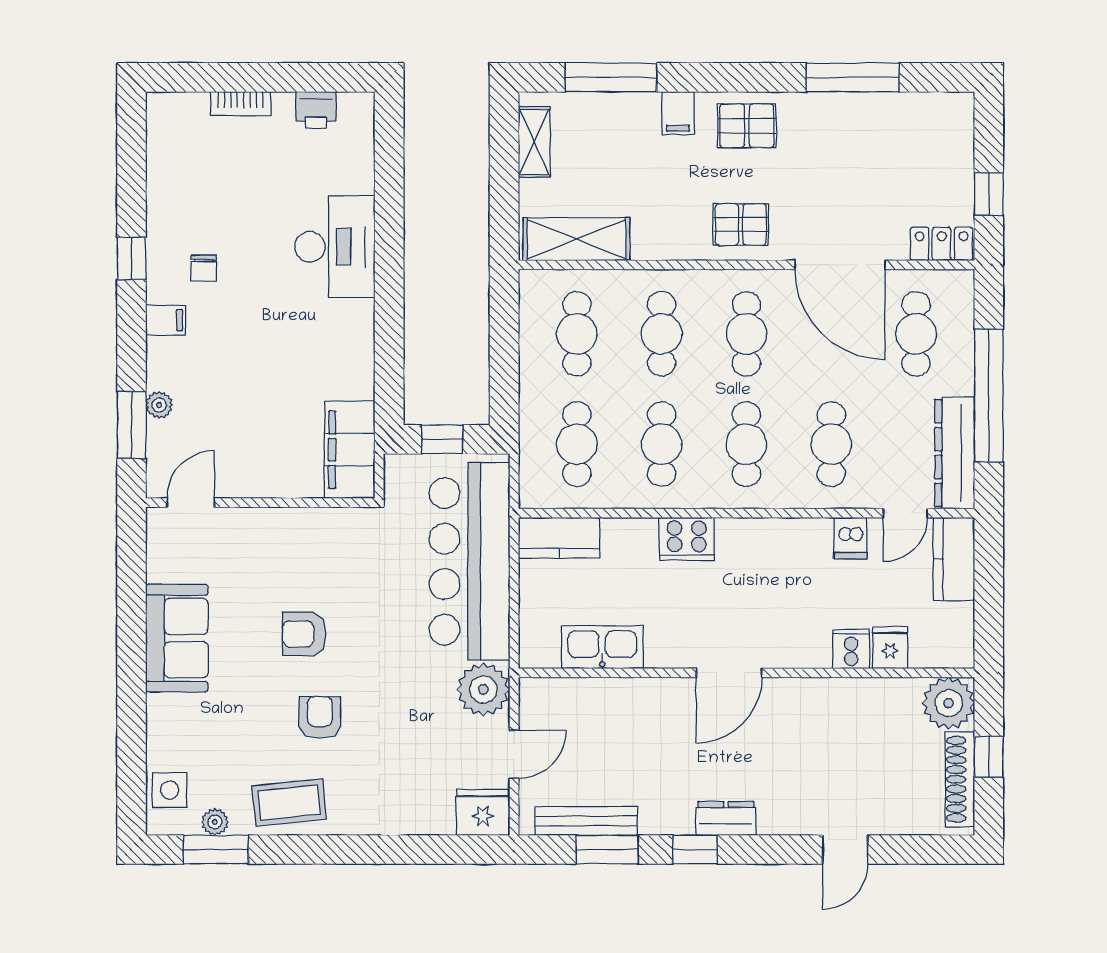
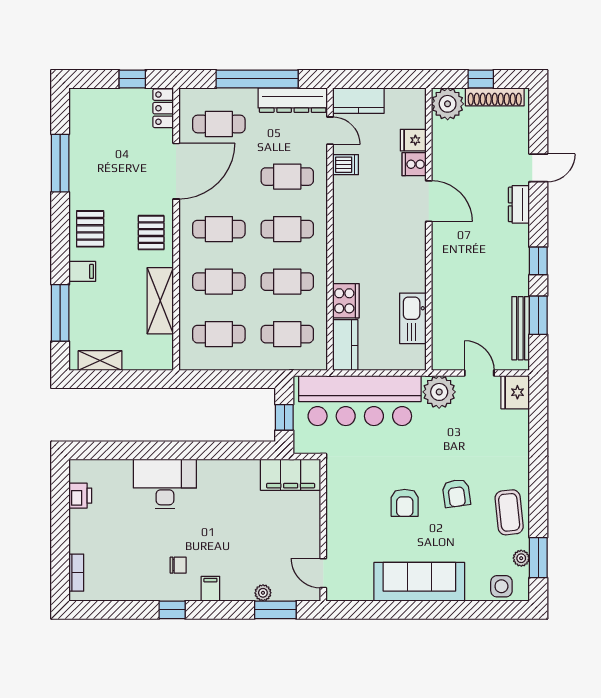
bookcase: (240, 104) -> (76, 573), moved
shelving: (576, 239) -> (160, 301), moved
cooker: (687, 539) -> (346, 301), moved
sofa: (177, 638) -> (419, 582), width x1.36
door: (729, 673) -> (429, 201), moved
armchair: (320, 717) -> (456, 493), turned -98
dresser: (726, 818) -> (519, 204), moved
door: (845, 850) -> (538, 168), hinge flipped

